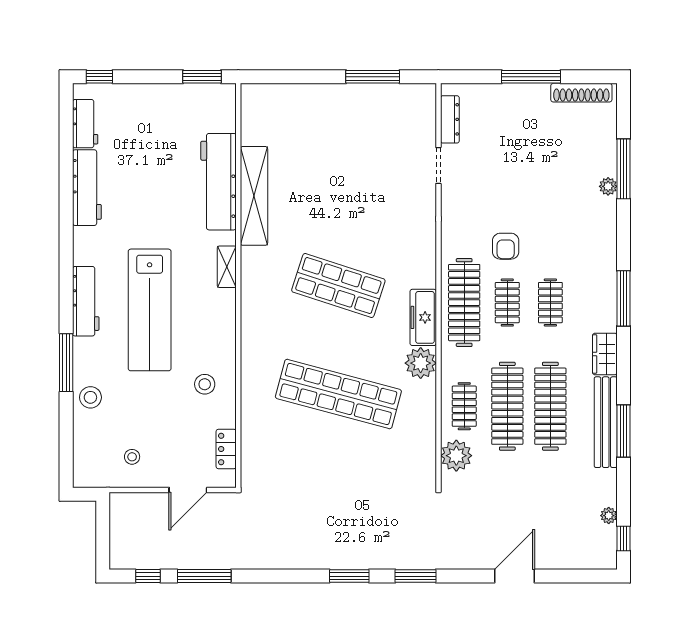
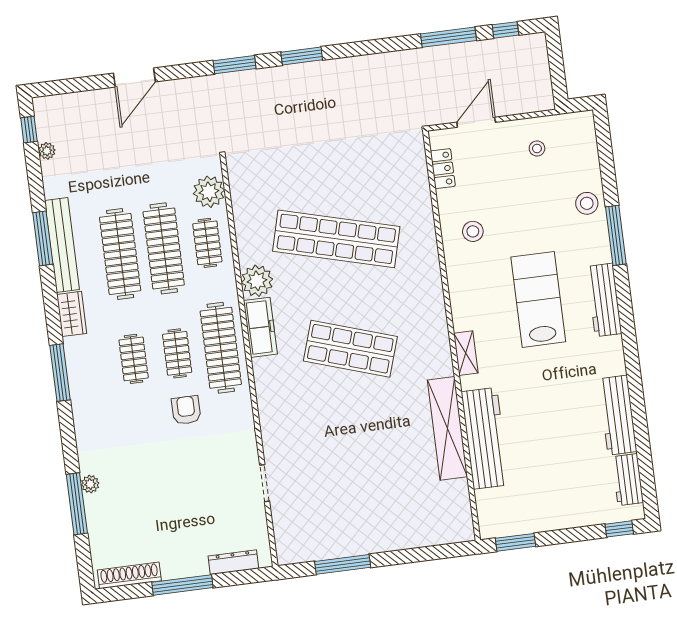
dresser: (450, 119) -> (233, 562), moved, turned 90
lab bench: (150, 310) -> (538, 299), width x0.73

